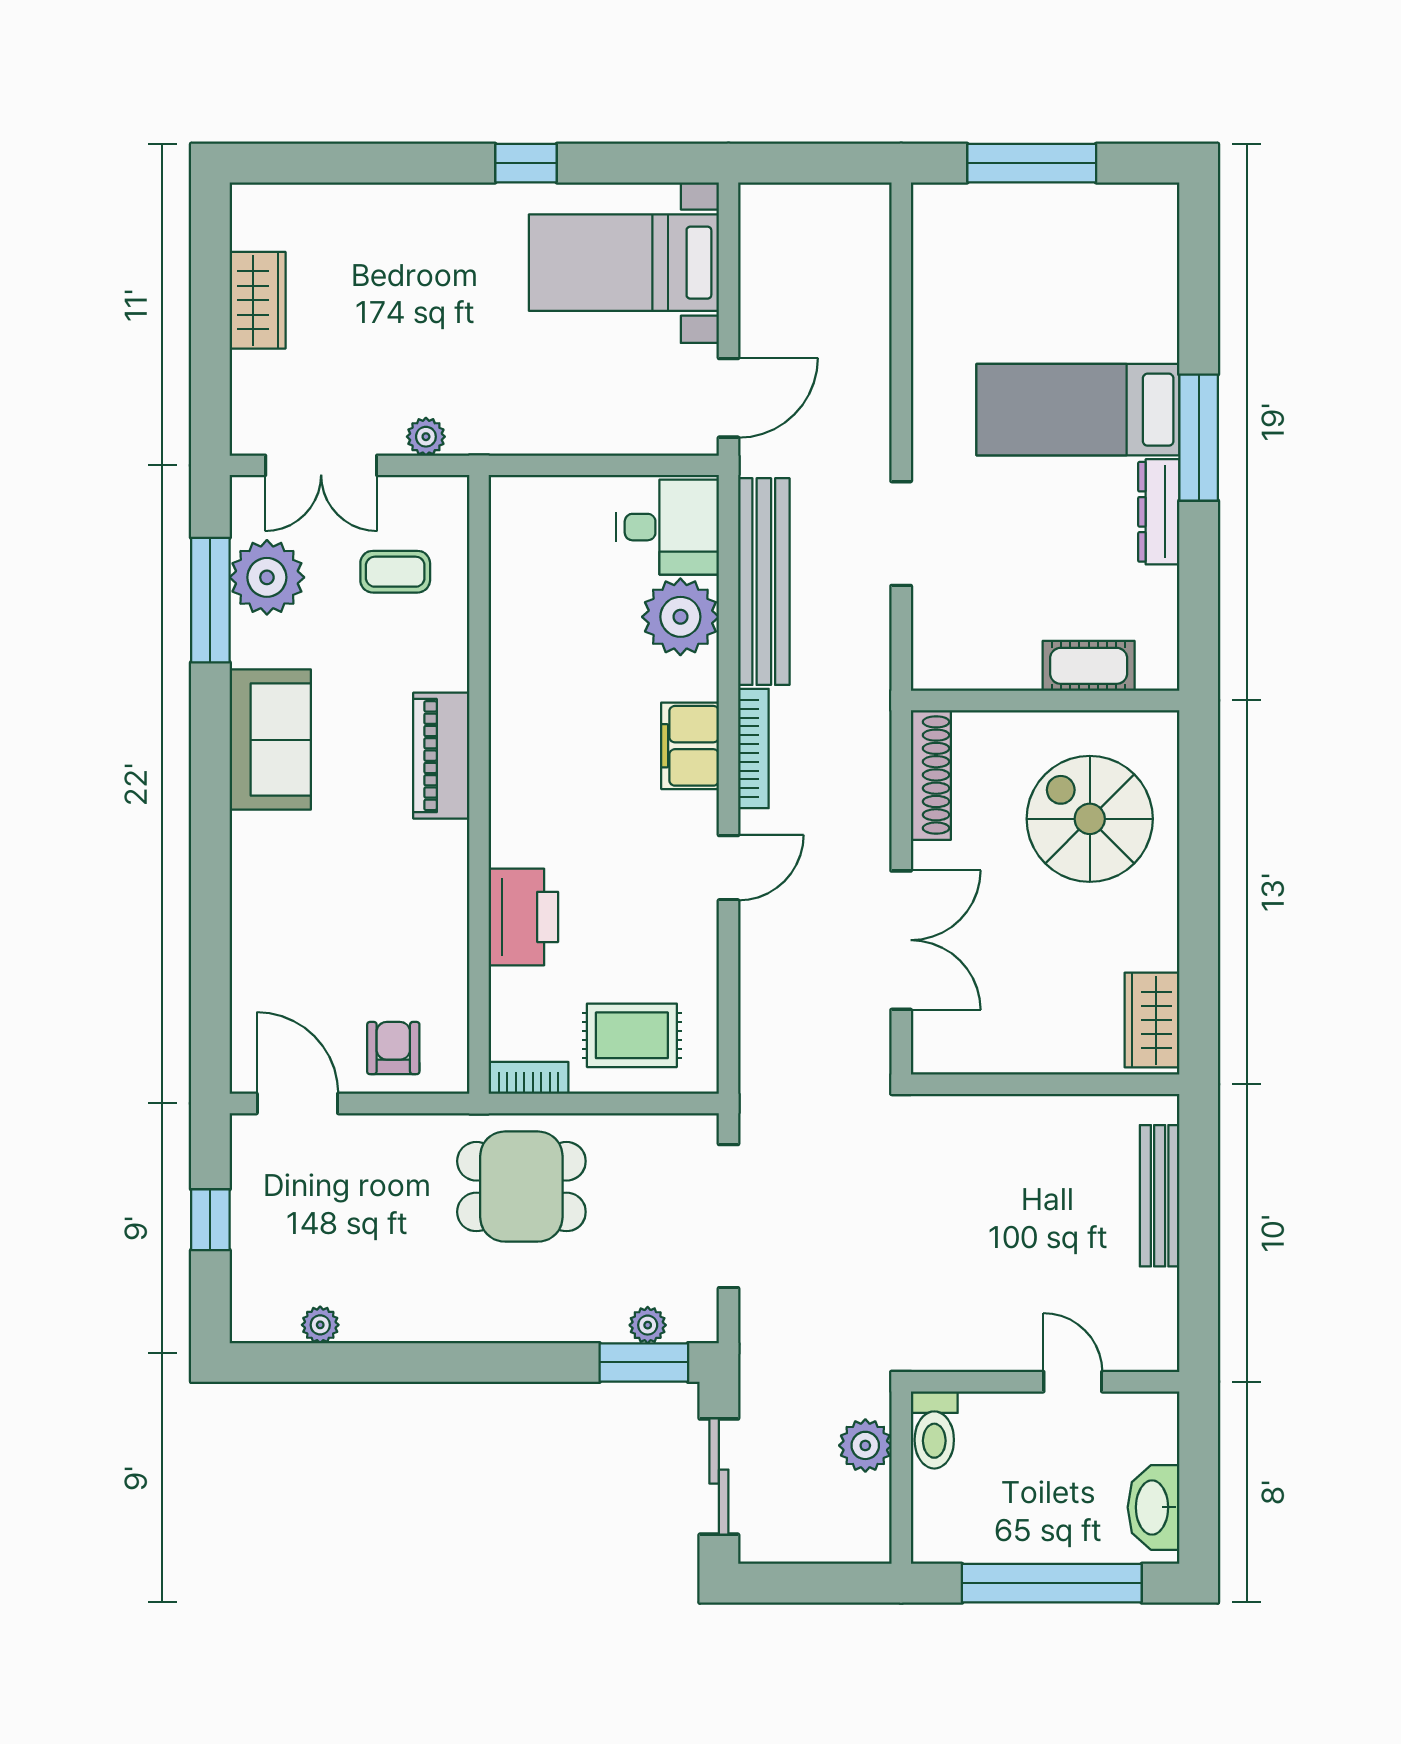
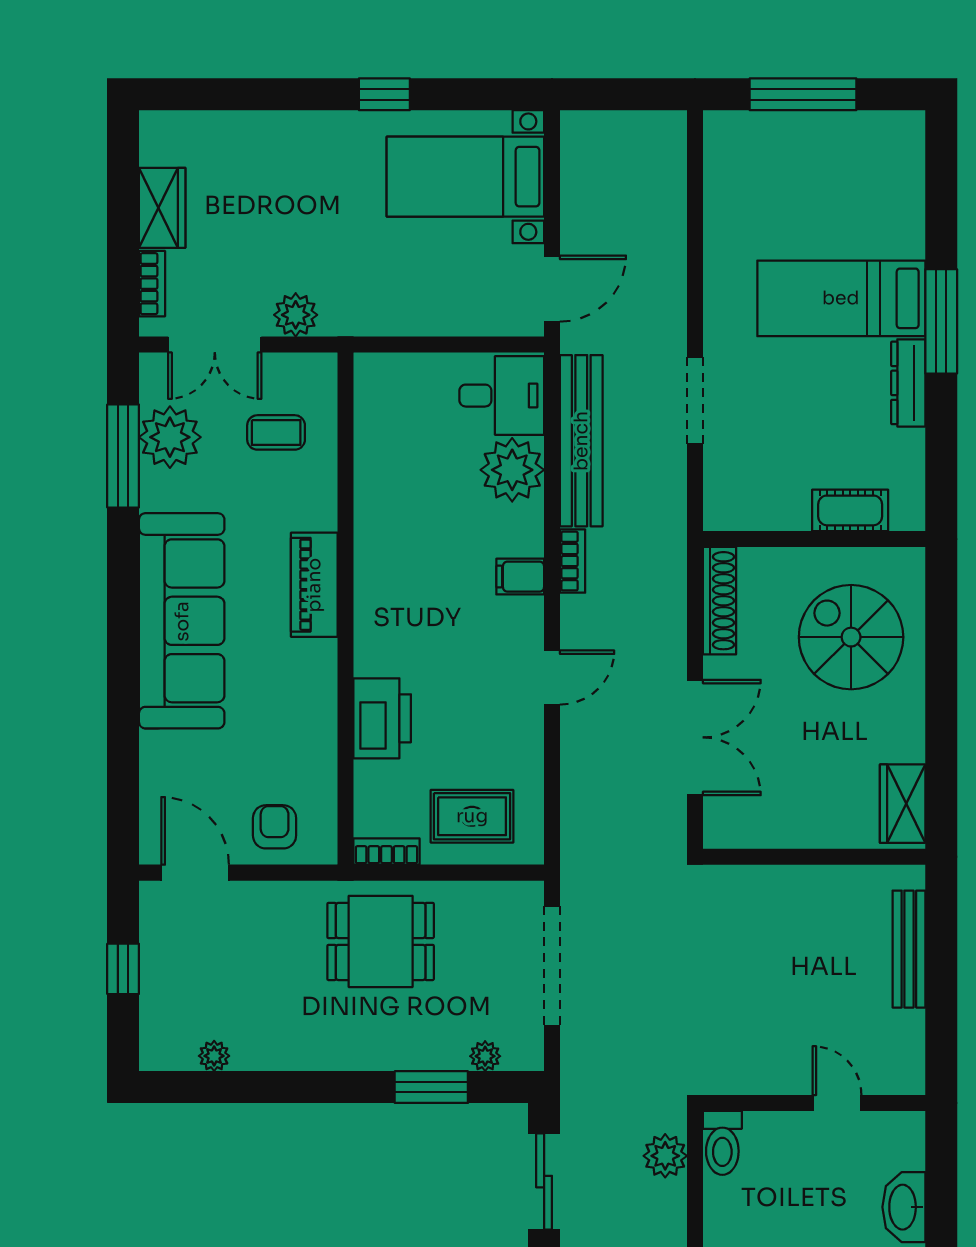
bookcase: (245, 392) -> (152, 284), added
plant: (426, 437) -> (296, 315), width x1.38, depth x1.38
sofa: (270, 740) -> (182, 621), width x1.85, depth x1.27
filing cabinet: (690, 746) -> (520, 577), width x0.50
bookcase: (753, 749) -> (573, 561), width x0.64
window: (644, 1362) -> (431, 1087), moved

